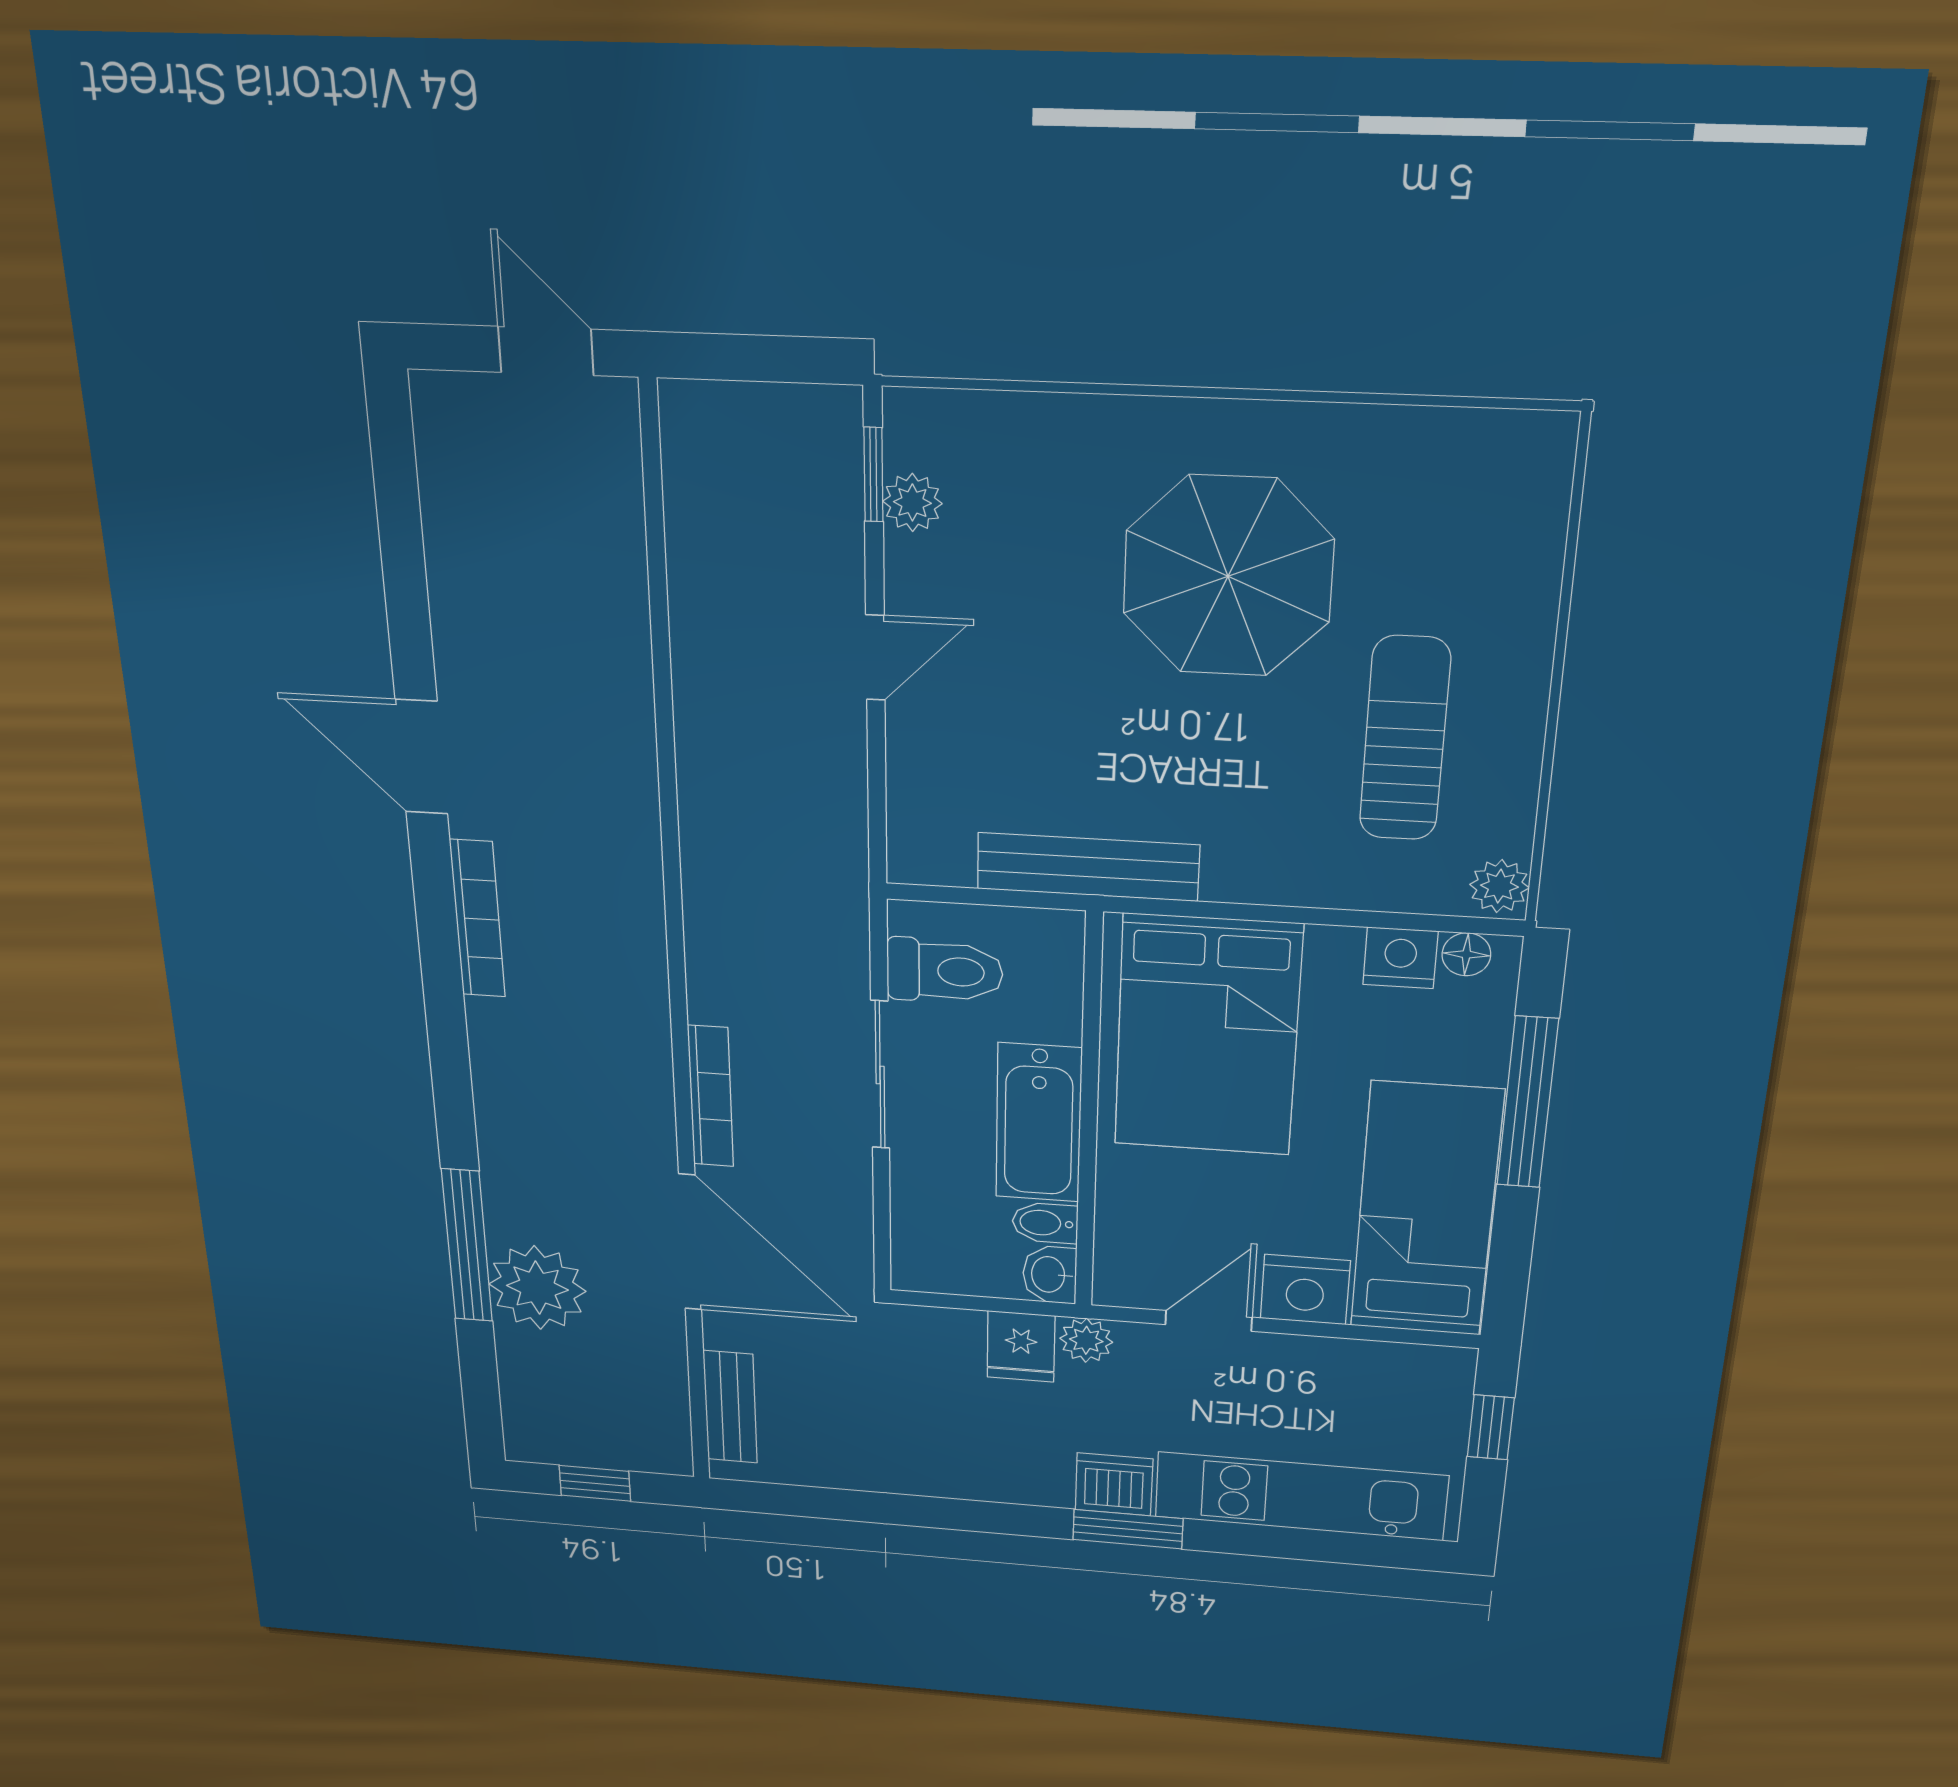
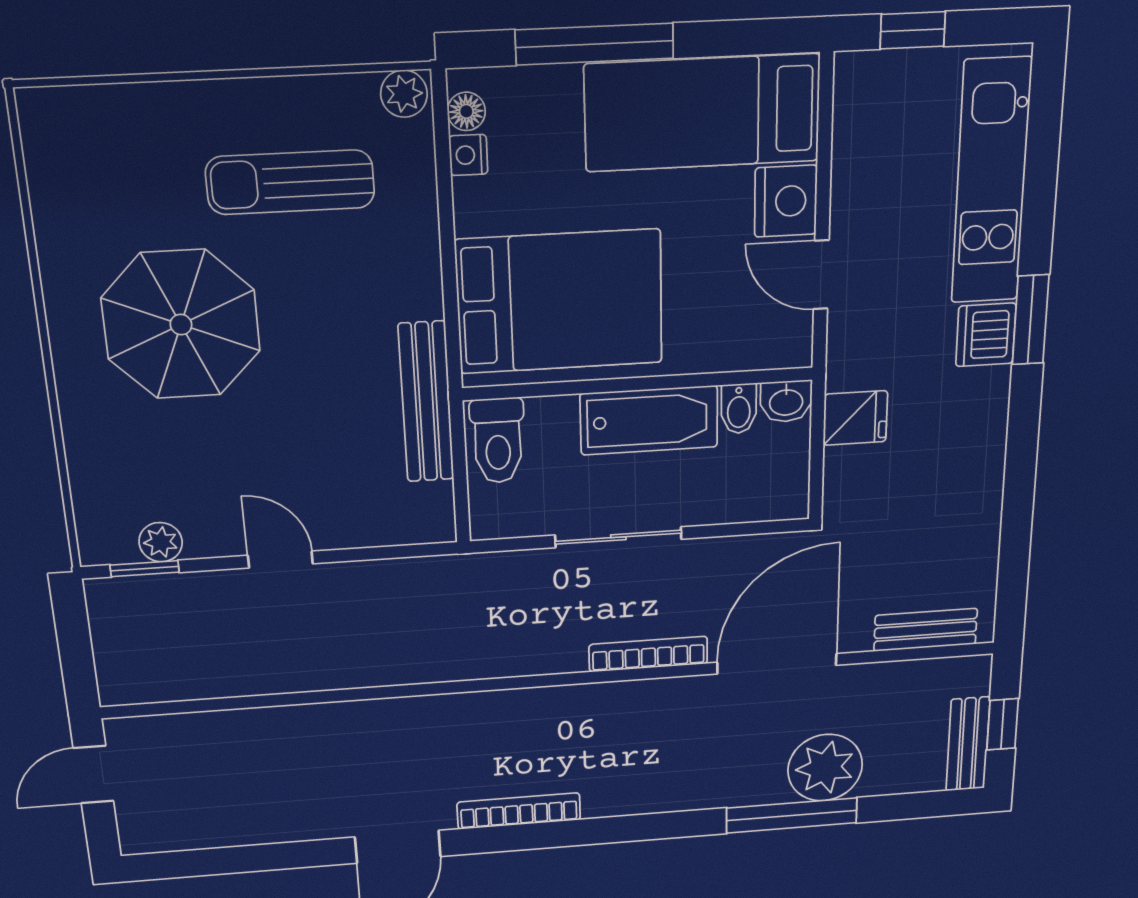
nightstand: (1400, 958) -> (468, 155), width x0.72, depth x0.74
toilet: (945, 971) -> (498, 441), moved, turned 180
plant: (1086, 1340) -> (846, 368), removed
bench: (568, 1446) -> (968, 744), added

